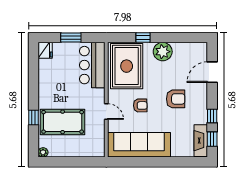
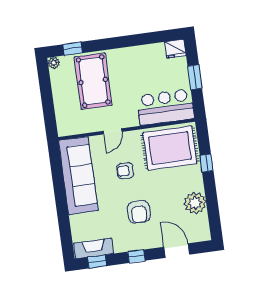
plant: (163, 52) -> (195, 203), moved
armchair: (140, 106) -> (125, 171), turned 91
window: (212, 116) -> (136, 256), moved
window: (33, 118) -> (73, 49), moved

